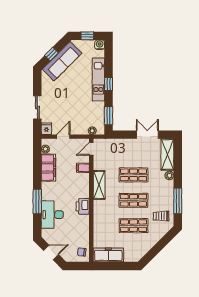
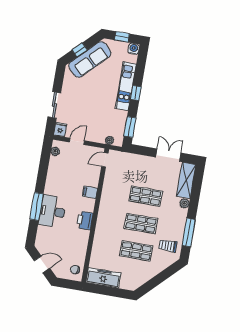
filing cabinet: (48, 168) -> (55, 172), removed
filing cabinet: (83, 168) -> (90, 192), moved
shelving: (99, 185) -> (107, 200), removed
desk: (52, 215) -> (52, 211), moved

